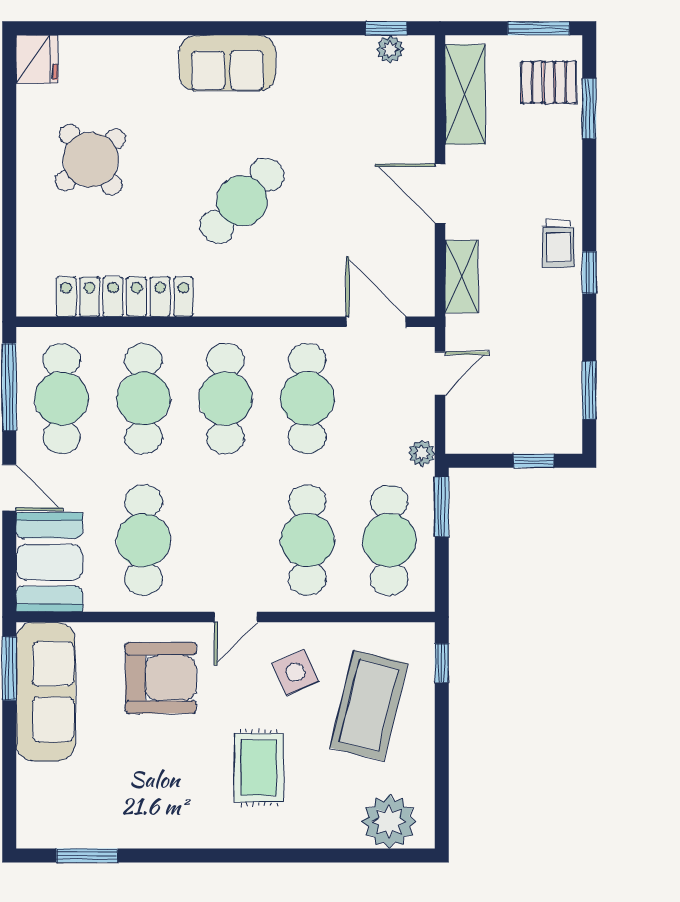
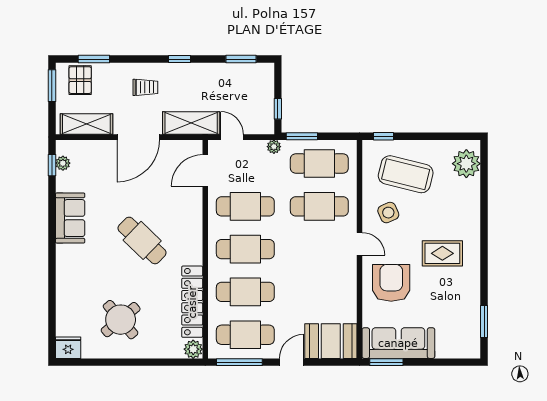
sofa: (227, 63) -> (70, 218), moved
door: (440, 194) -> (138, 137), width x1.36
trolley: (559, 244) -> (145, 87), moved
shelving: (462, 277) -> (191, 123), width x1.50, depth x1.33
plant: (34, 299) -> (193, 349), added
window: (534, 461) -> (278, 109), moved
cafe table: (143, 540) -> (319, 292), removed
rug: (259, 768) -> (442, 253), moved

